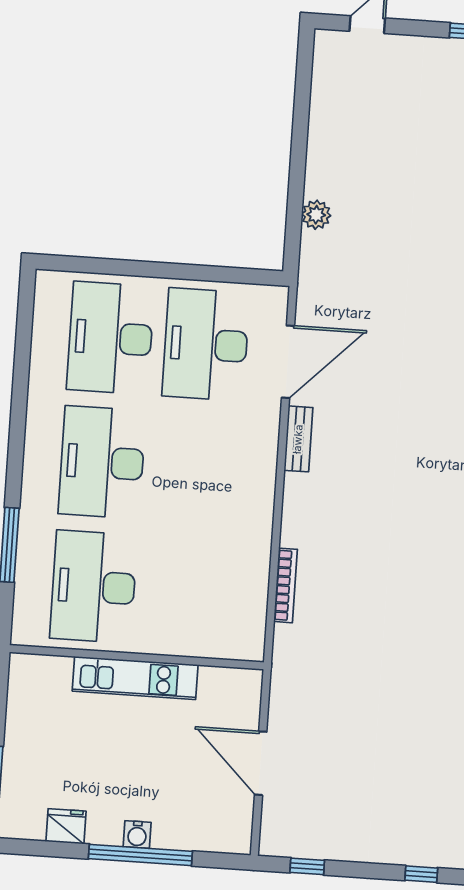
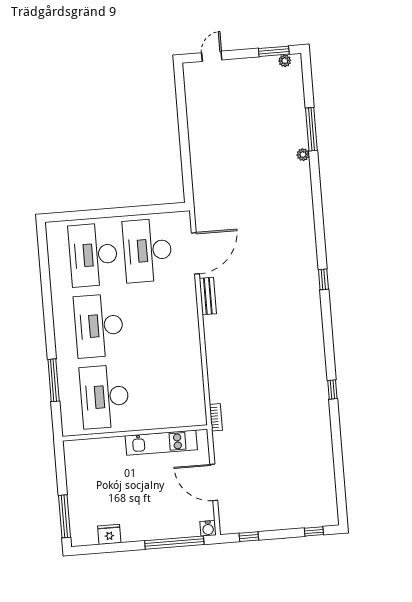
plant: (316, 215) -> (199, 168), removed
bookcase: (286, 585) -> (216, 417), moved, width x0.64
kitchen unit: (135, 678) -> (161, 443), moved
water cooler: (137, 834) -> (208, 528), moved
window: (140, 855) -> (174, 543), moved

